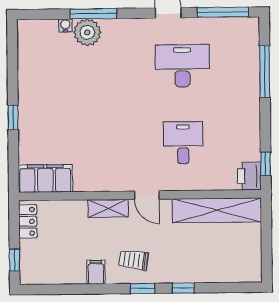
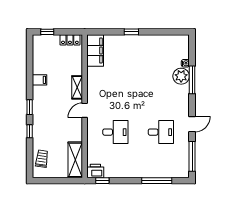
desk: (182, 66) -> (161, 132), width x0.73
shelving: (217, 210) -> (75, 160), width x0.68
trolley: (133, 260) -> (42, 159), moved

